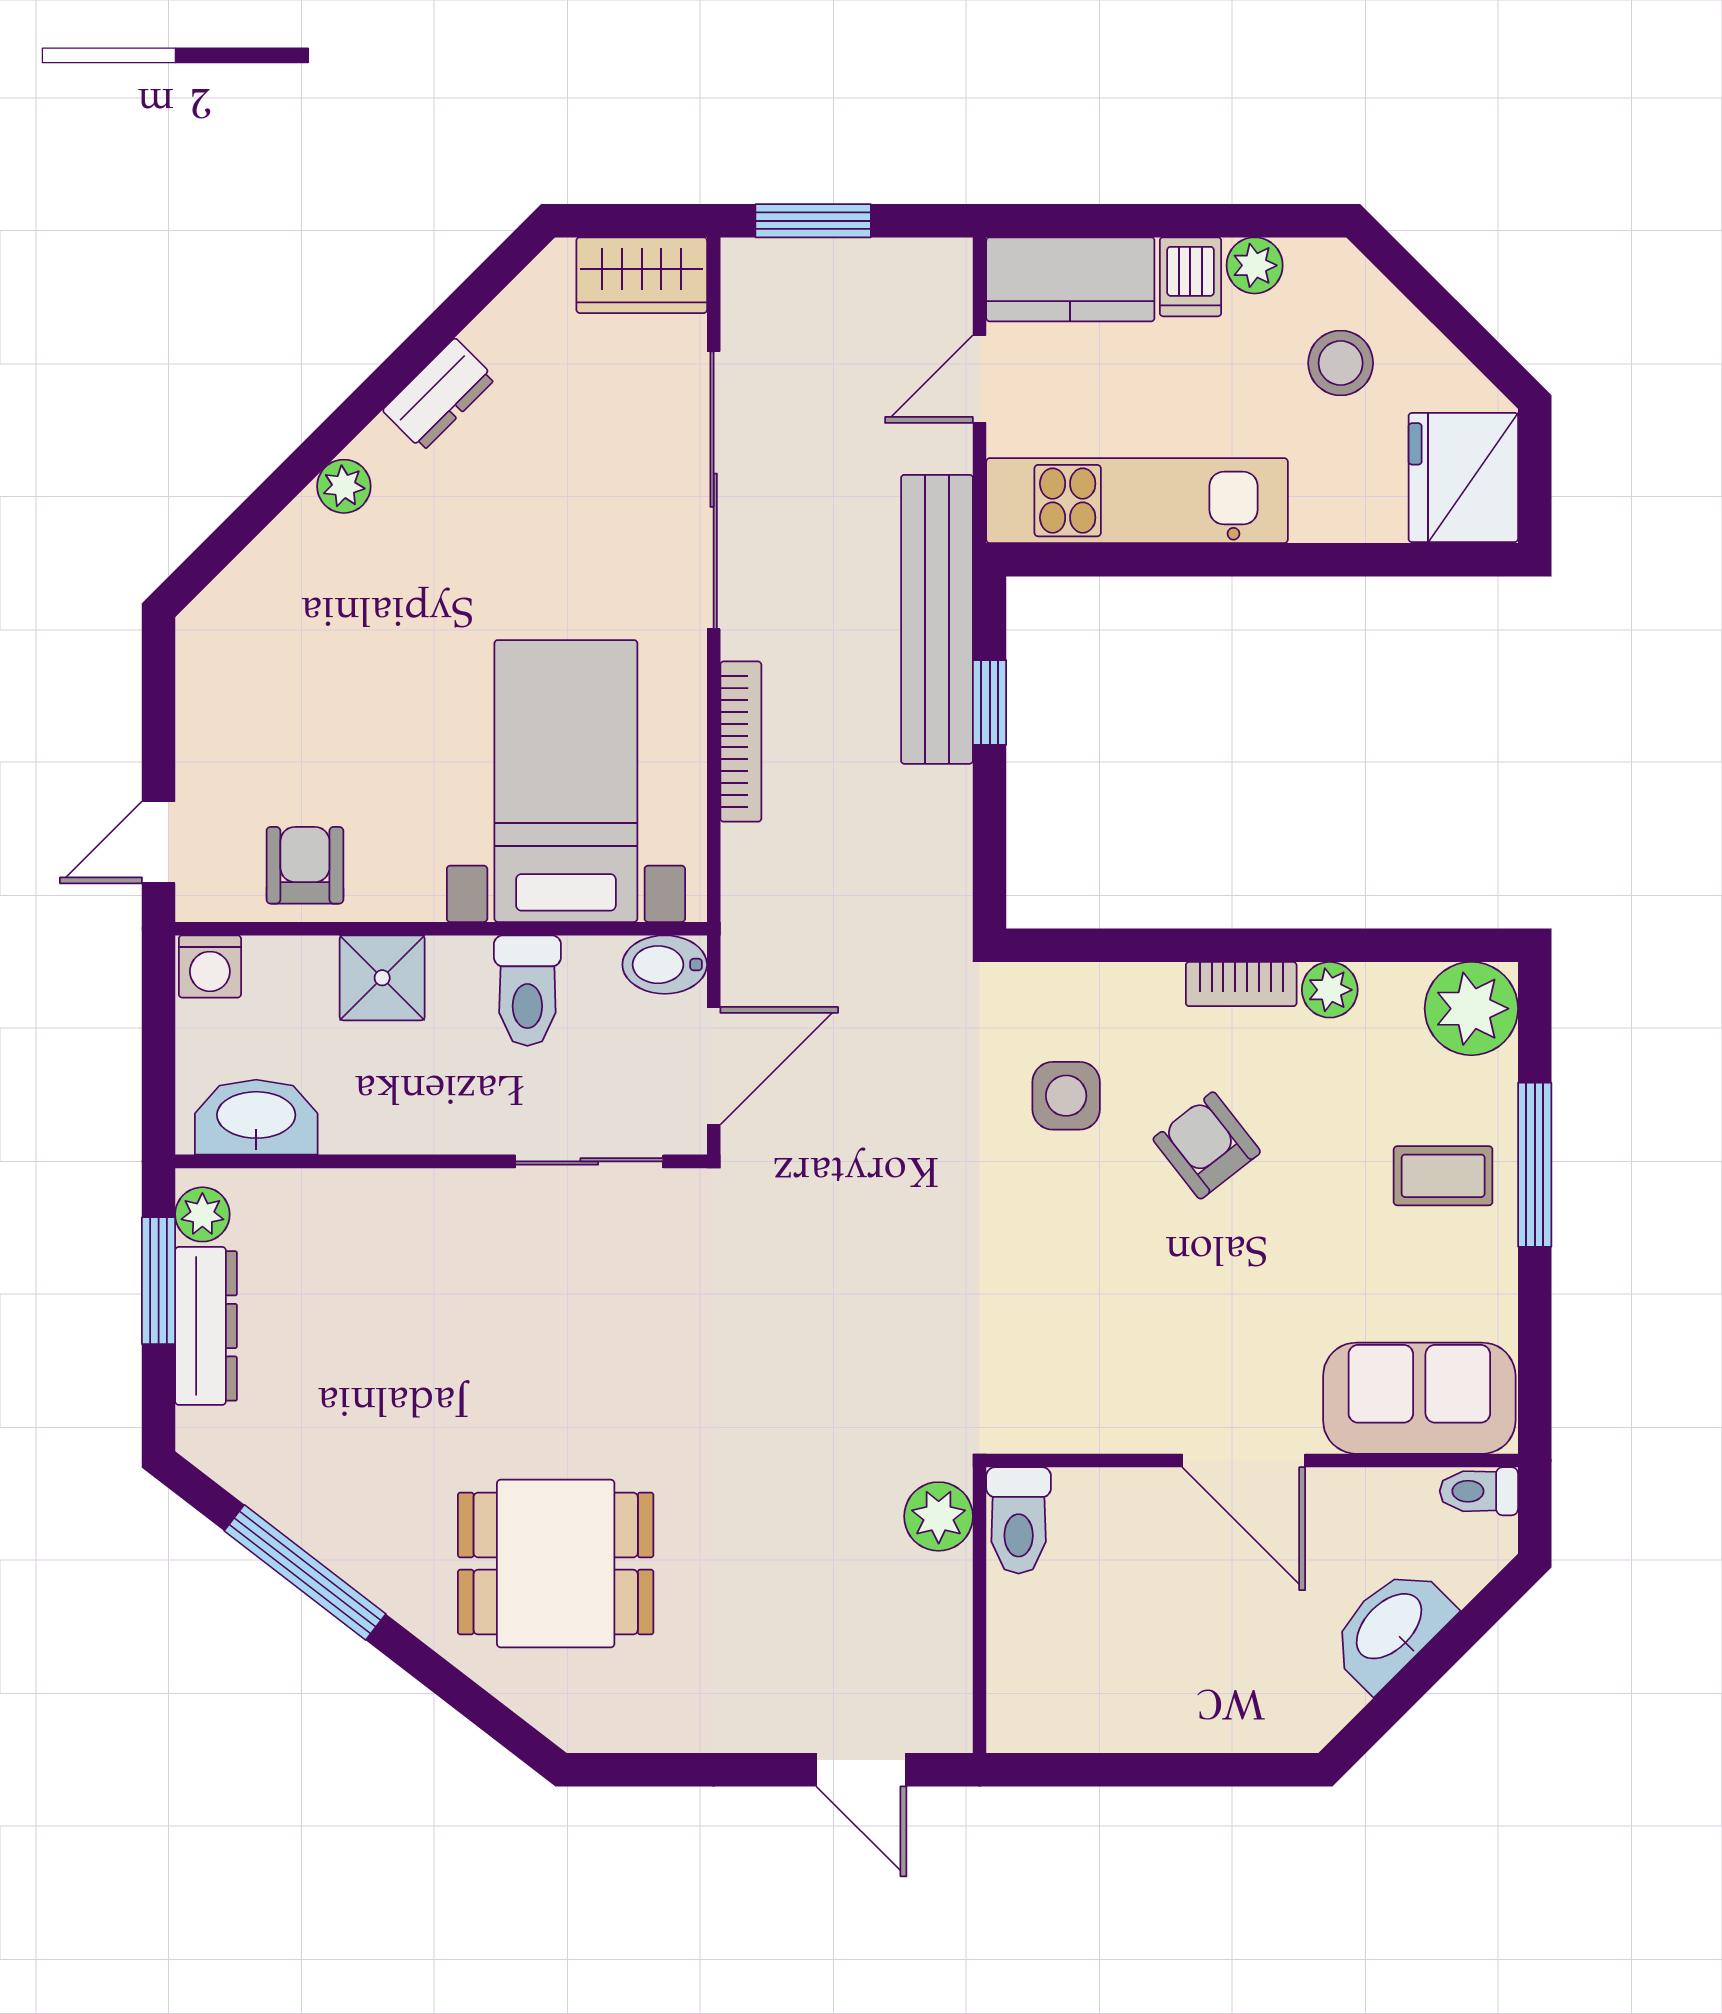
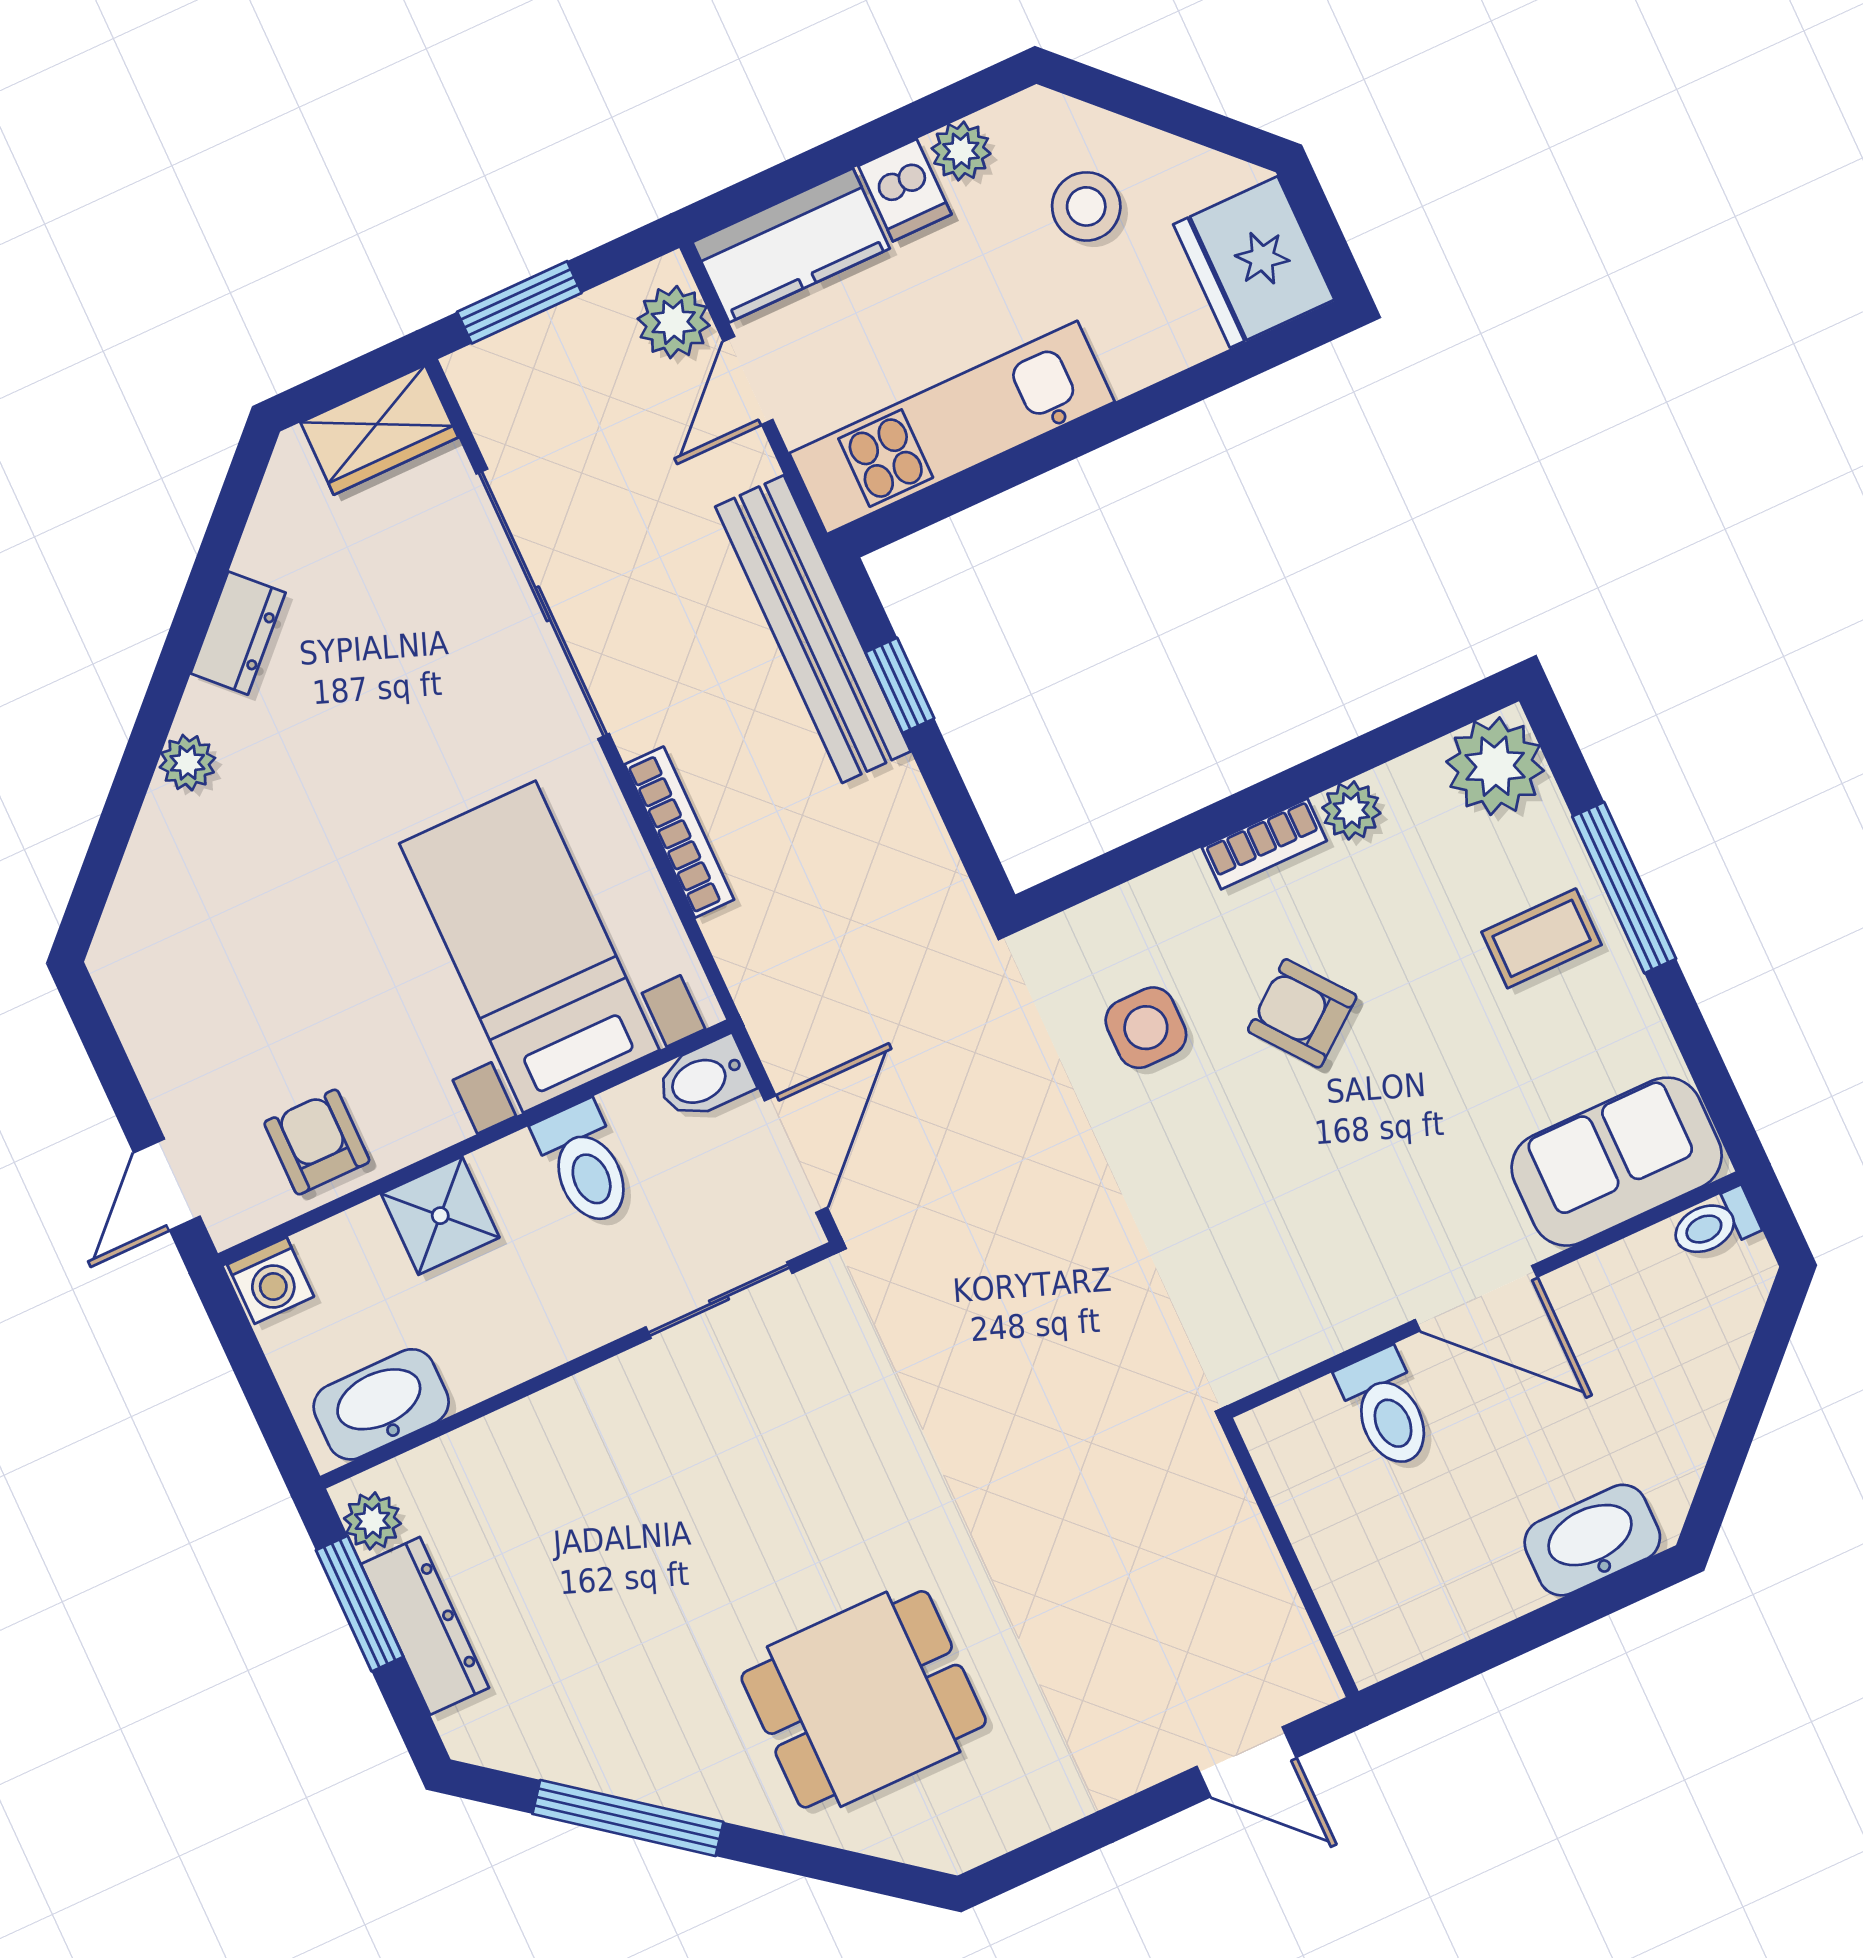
plant: (939, 1516) -> (674, 322), moved
toilet: (1019, 1520) -> (1386, 1409), moved
washbasin: (1391, 1628) -> (1592, 1540), moved, turned 45

